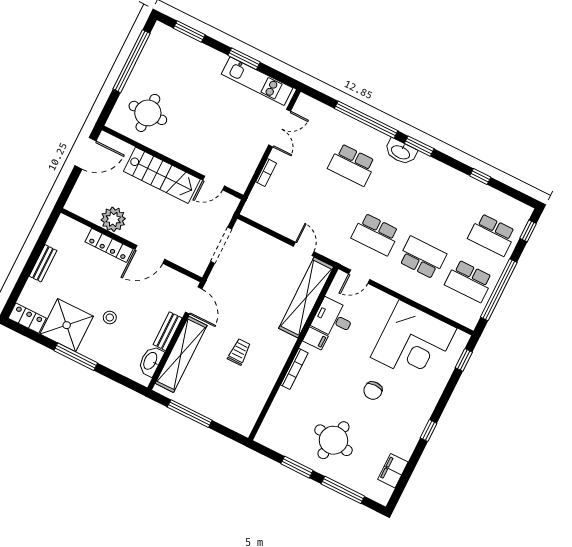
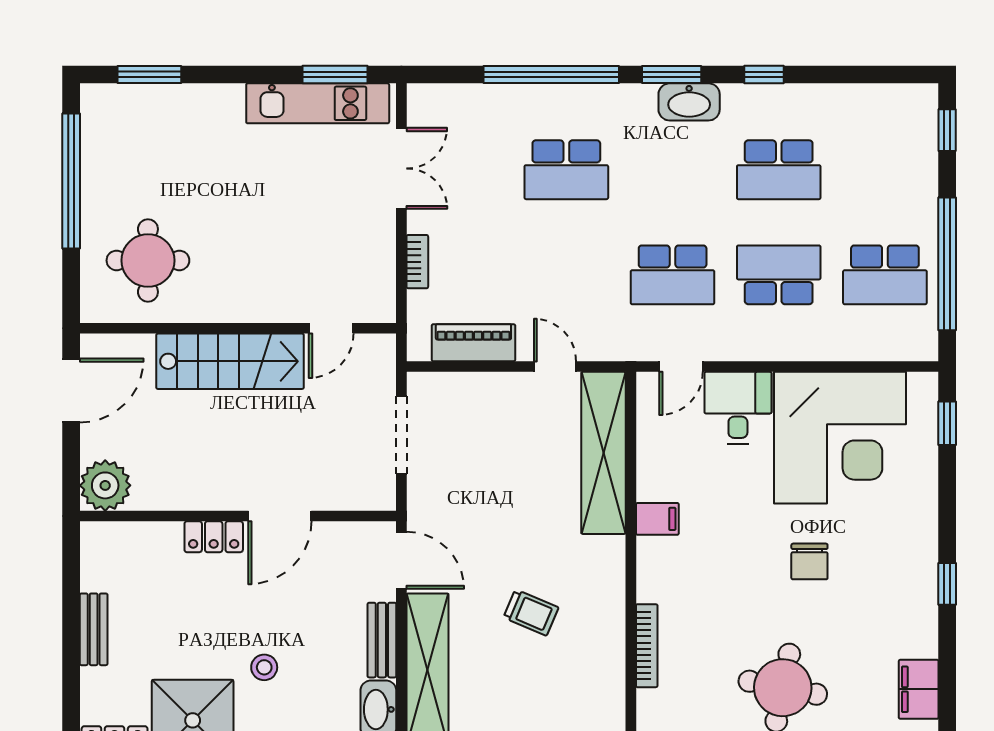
window: (244, 59) -> (335, 75), moved
washbasin: (401, 152) -> (689, 102), moved
window: (480, 177) -> (764, 75), moved
plant: (113, 219) -> (105, 485), moved
piano: (273, 221) -> (473, 343), added
school desk: (492, 235) -> (779, 170), moved
locker: (109, 245) -> (214, 537), width x0.66
desk: (333, 319) -> (738, 408), moved, turned 90
trolley: (239, 352) -> (531, 612), turned 113
bookcase: (294, 369) -> (647, 646), moved

